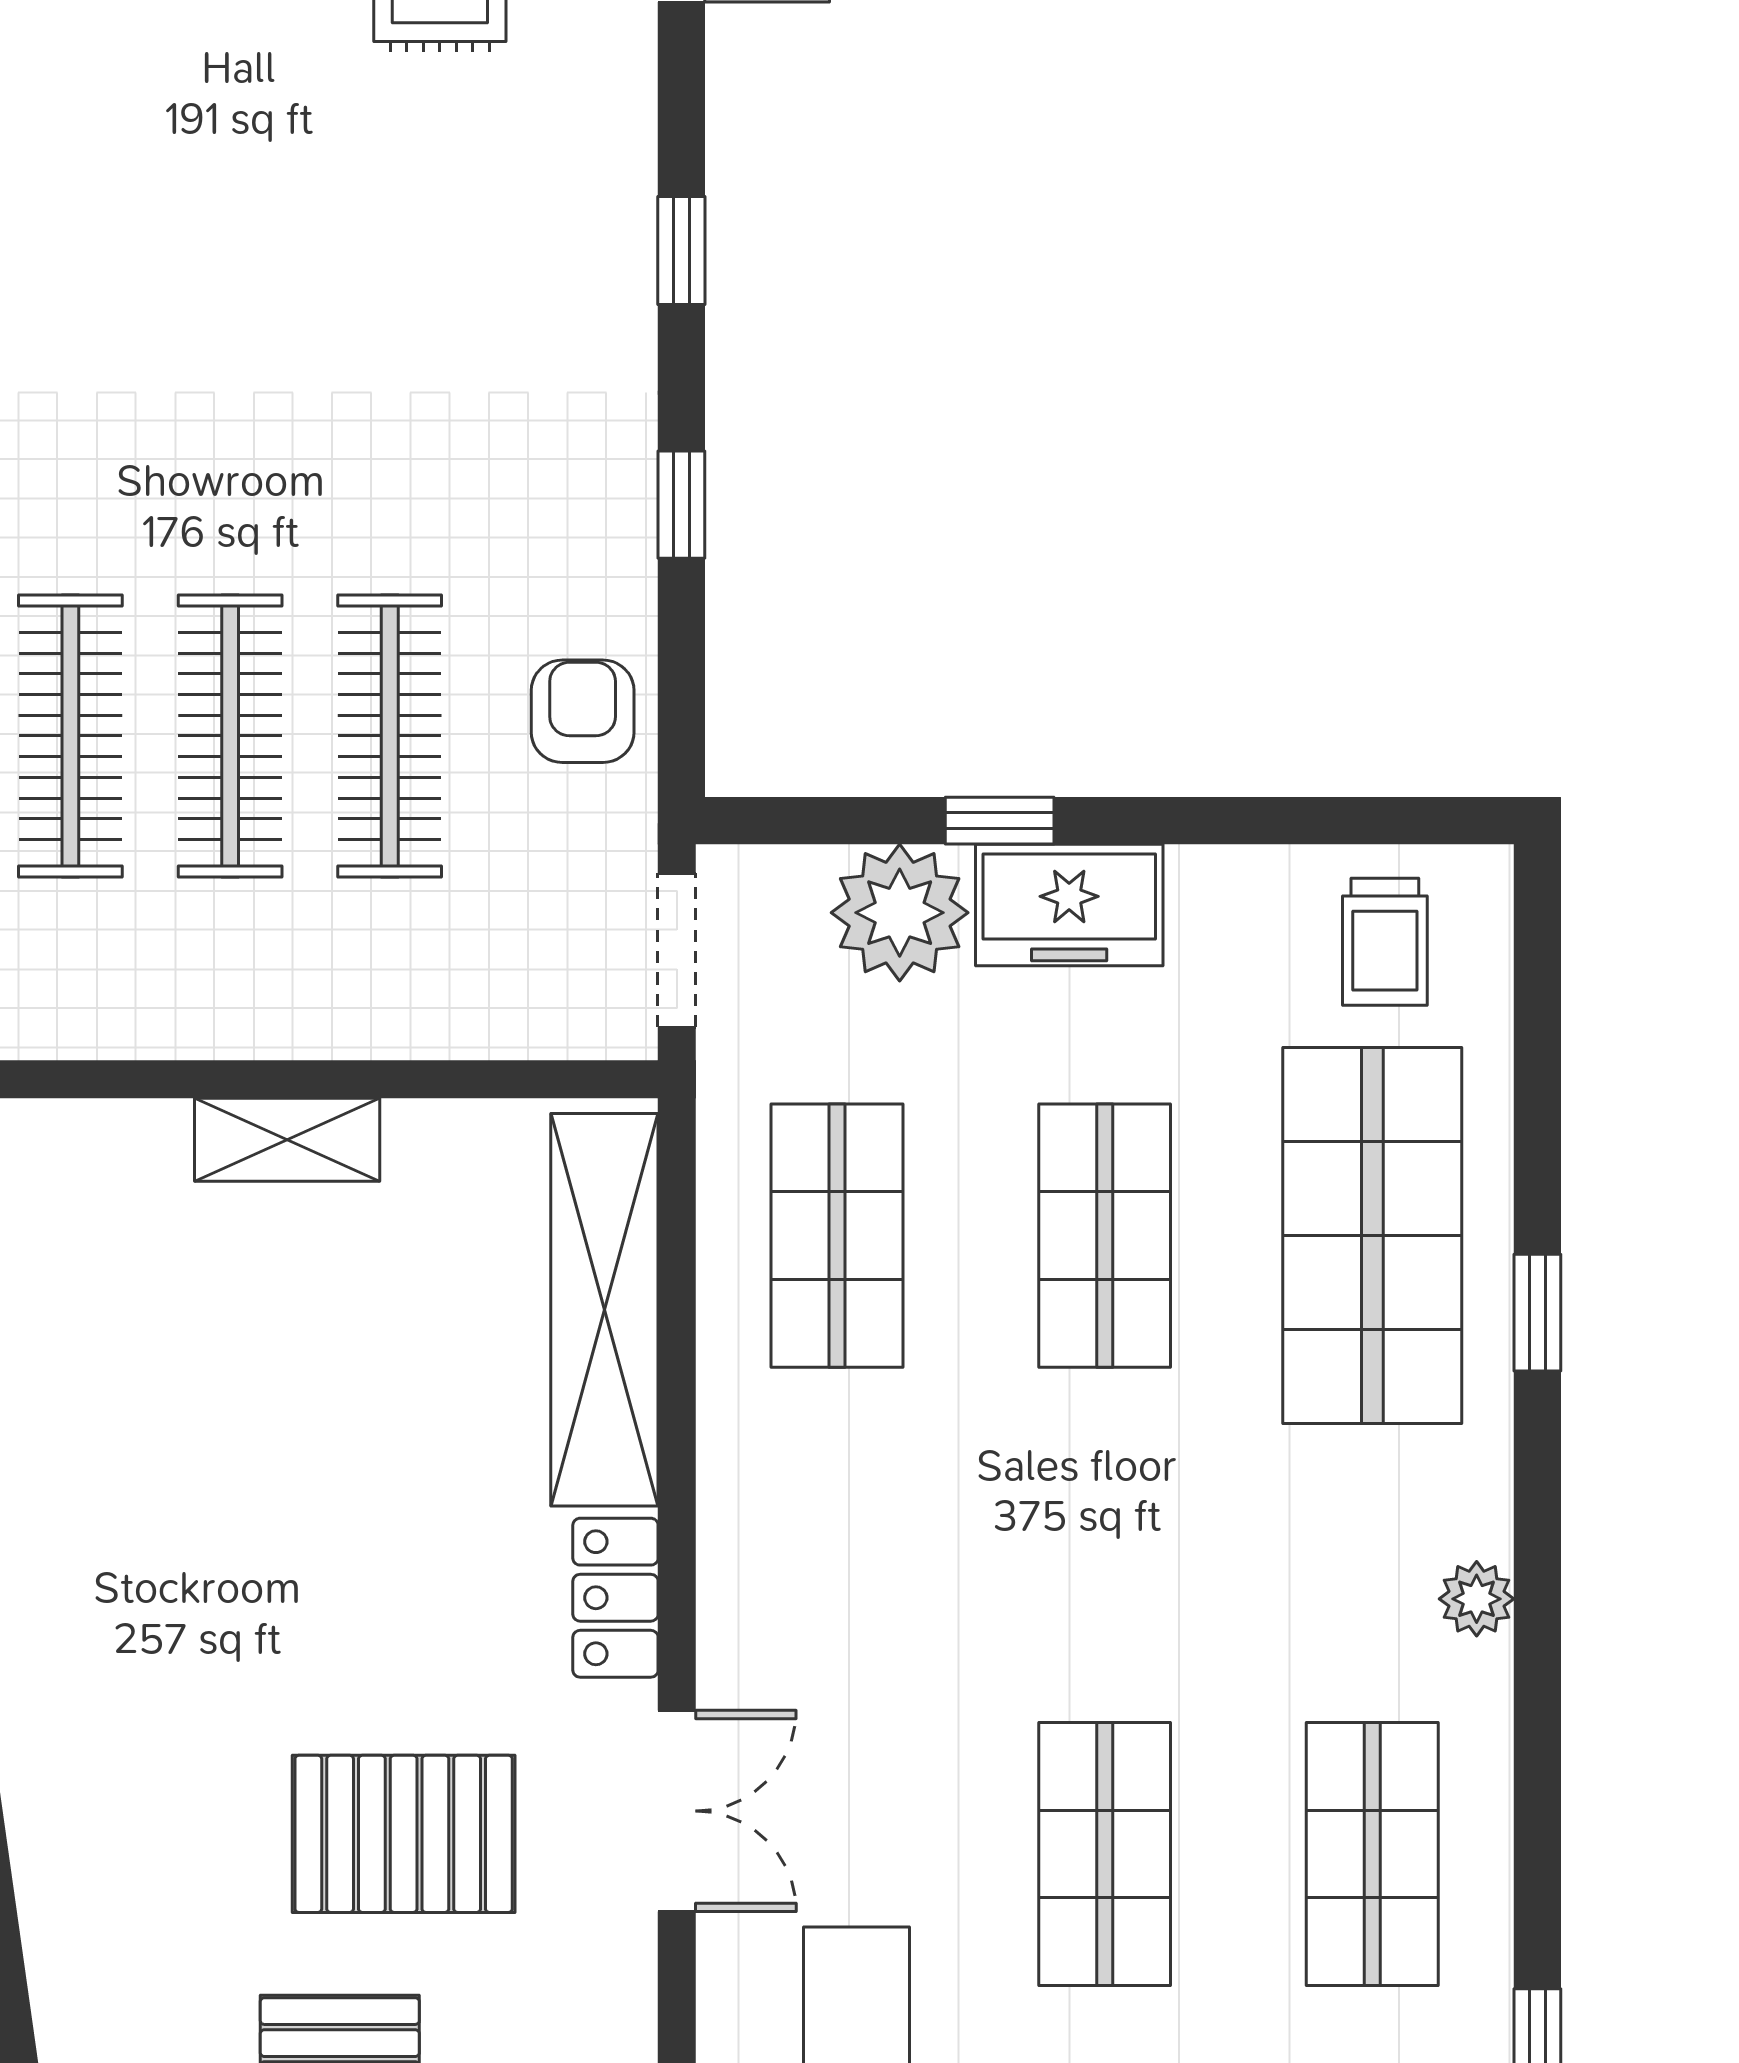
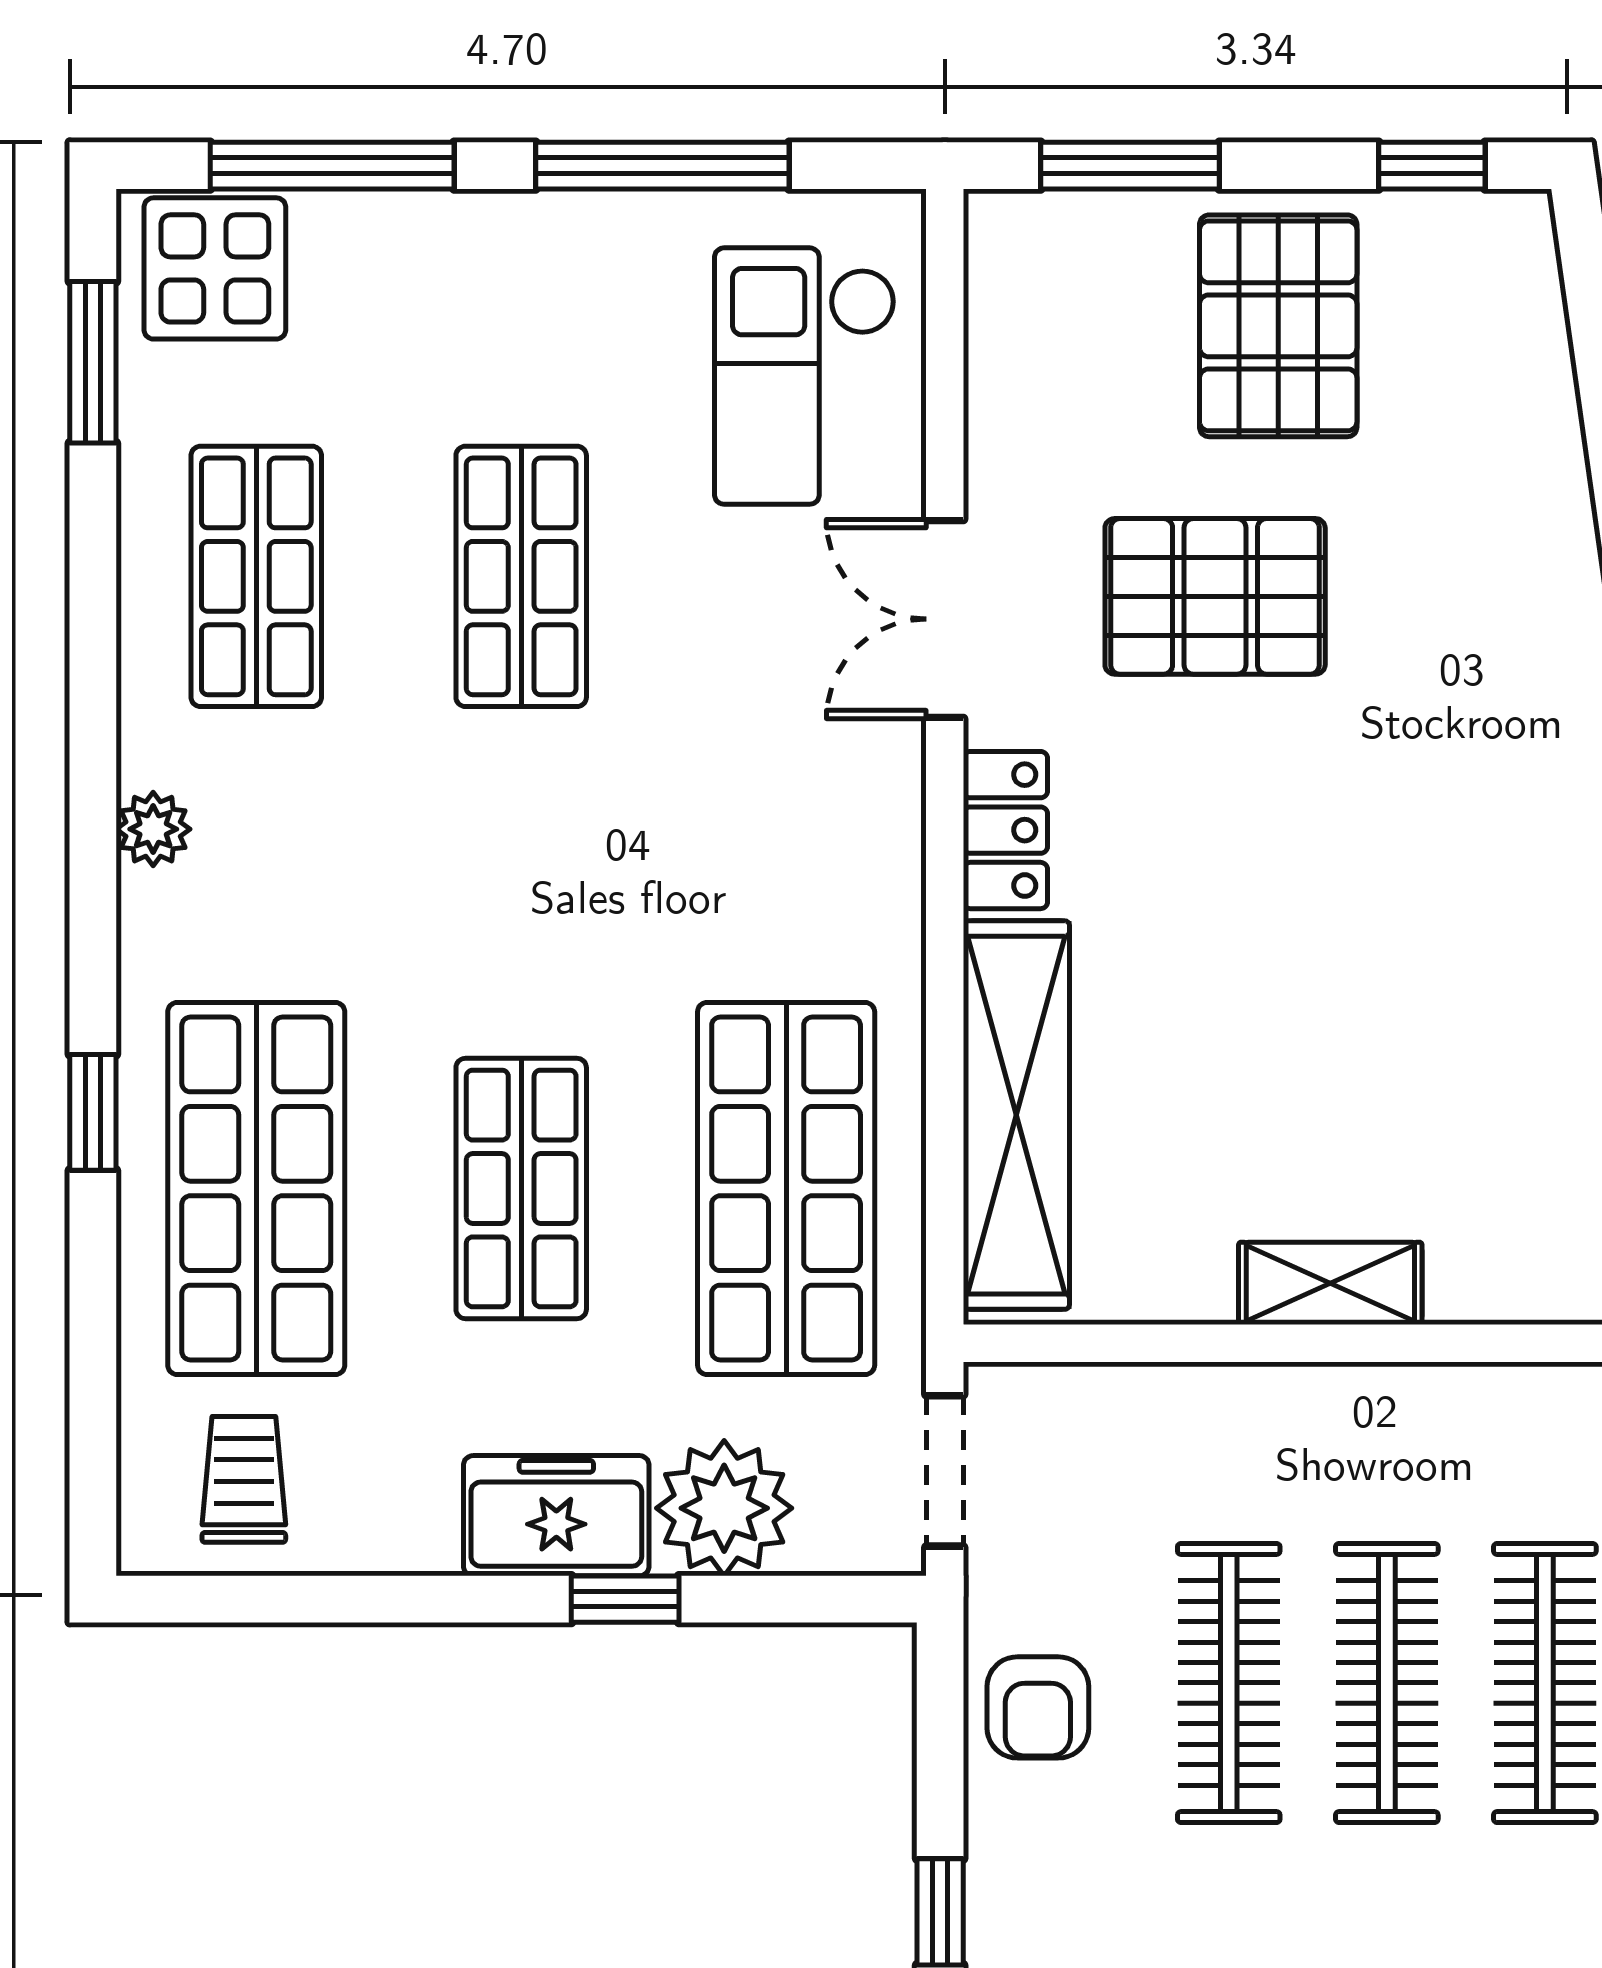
shop shelf: (837, 1236) -> (786, 1188), width x1.43, depth x1.36

